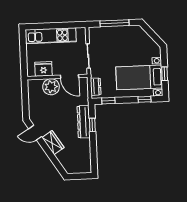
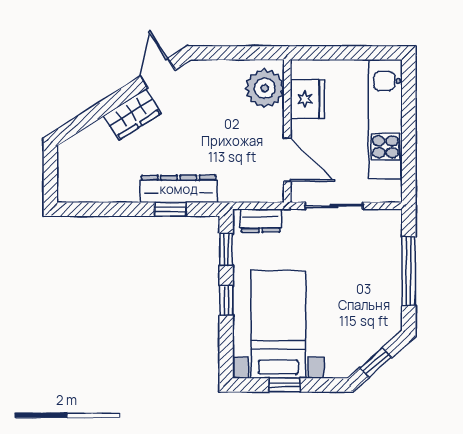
window: (154, 36) -> (376, 363), added
door: (69, 76) -> (287, 160), swing flipped
plant: (51, 87) -> (265, 88), moved
window: (144, 99) -> (226, 300), moved

